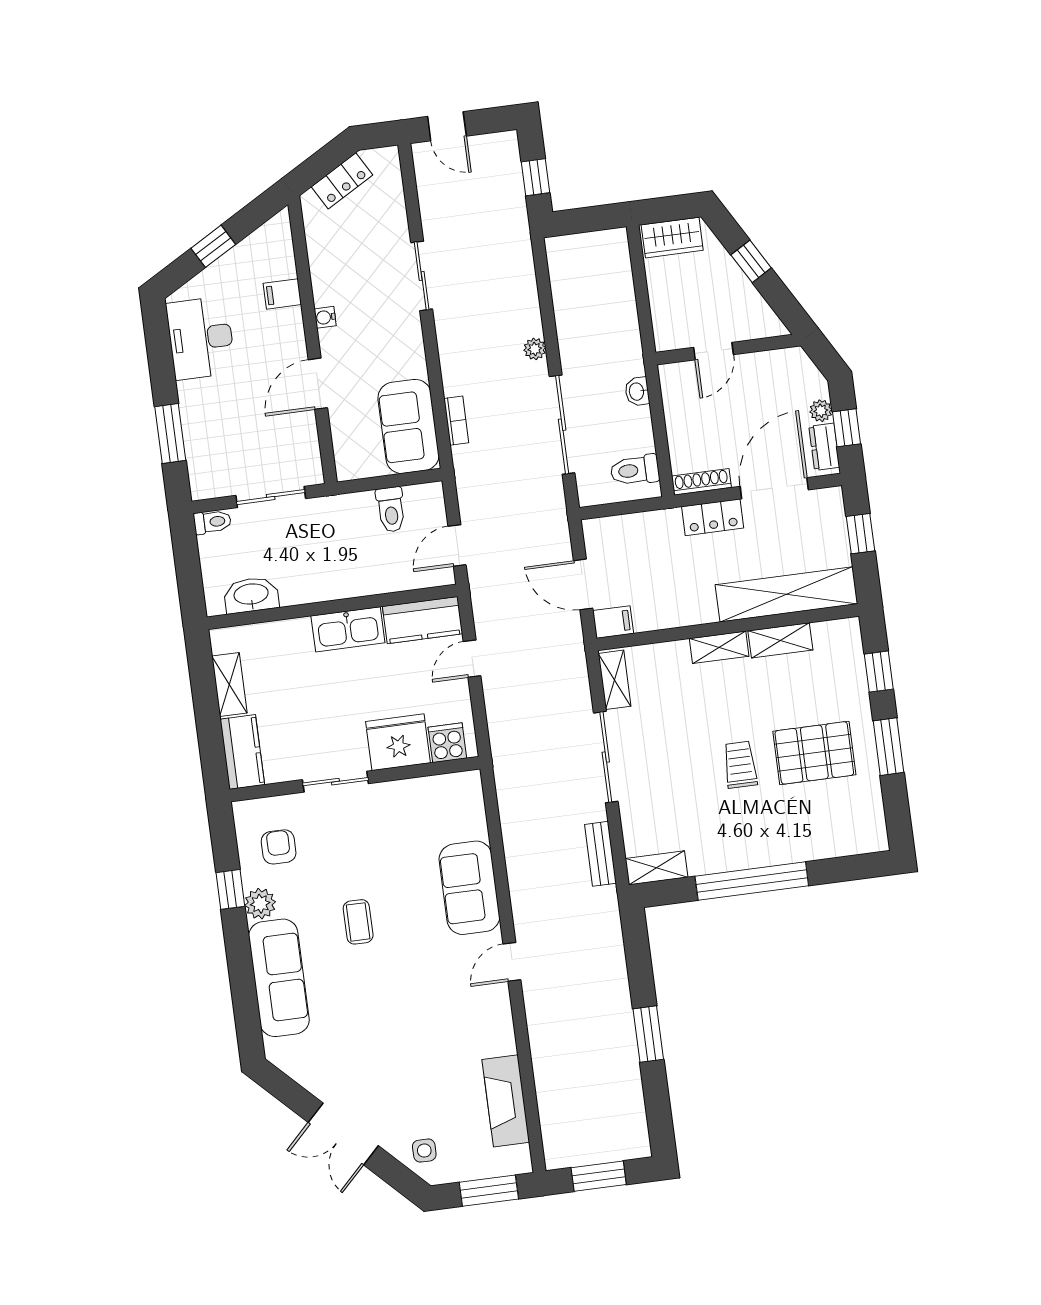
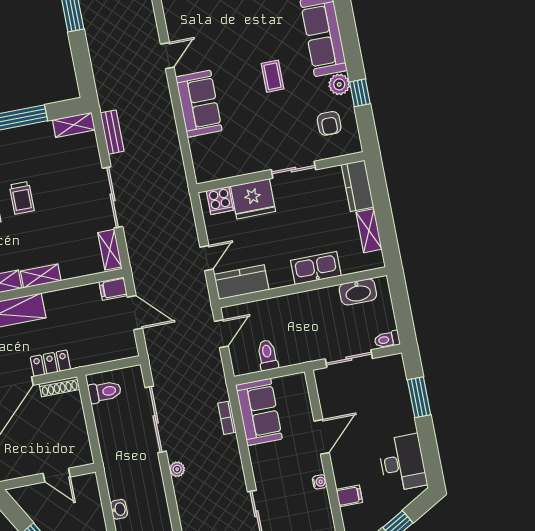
door: (714, 351) -> (57, 475), swing flipped
washbasin: (637, 391) -> (119, 509), moved
kitchen sink: (348, 629) -> (316, 268), moved

